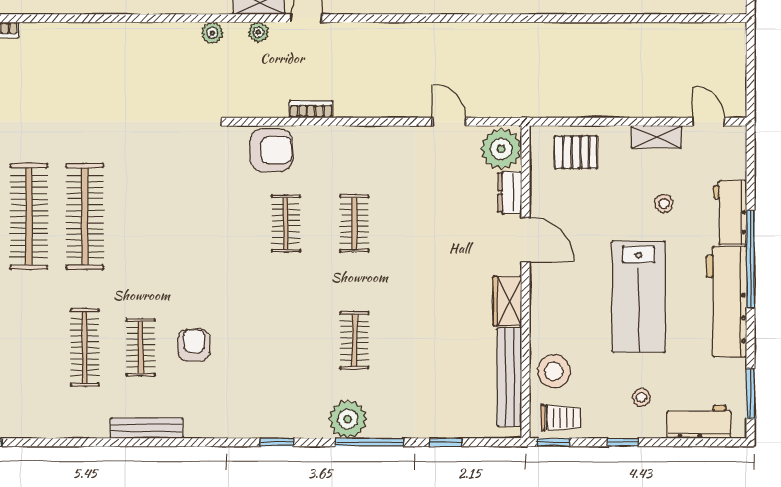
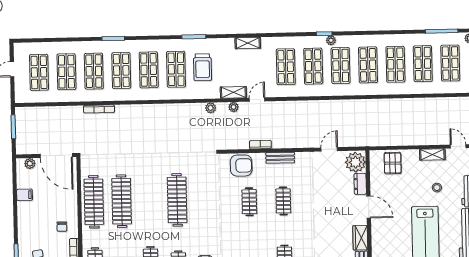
door: (449, 122) -> (329, 149), hinge flipped
bench: (350, 136) -> (280, 158), added
pallet: (576, 152) -> (393, 163), turned 90
clothes rail: (85, 216) -> (177, 200), moved

